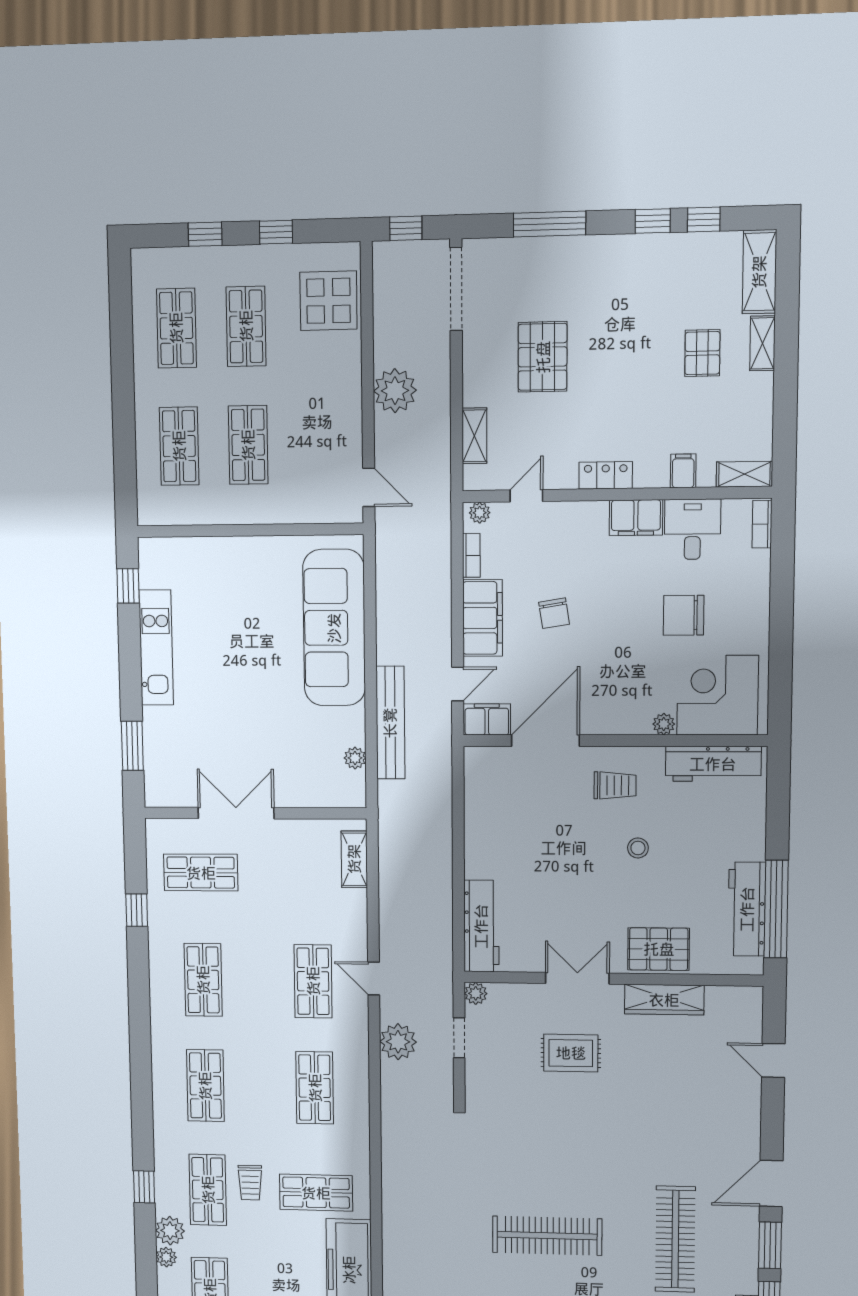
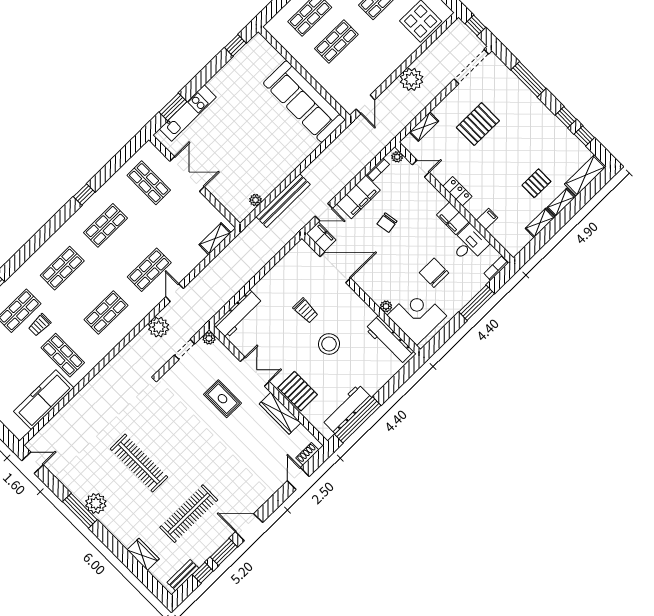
shelving: (744, 474) -> (540, 223), moved, turned 90
window: (782, 597) -> (477, 303), added
sofa: (334, 628) -> (304, 101), moved, turned -90
kitchen unit: (156, 648) -> (188, 113), moved
trolley: (615, 785) -> (306, 311), moved
stool: (638, 848) -> (329, 344), width x1.89, depth x1.89
window: (137, 910) -> (84, 194), moved
shoe rack: (753, 1017) -> (307, 454), added

